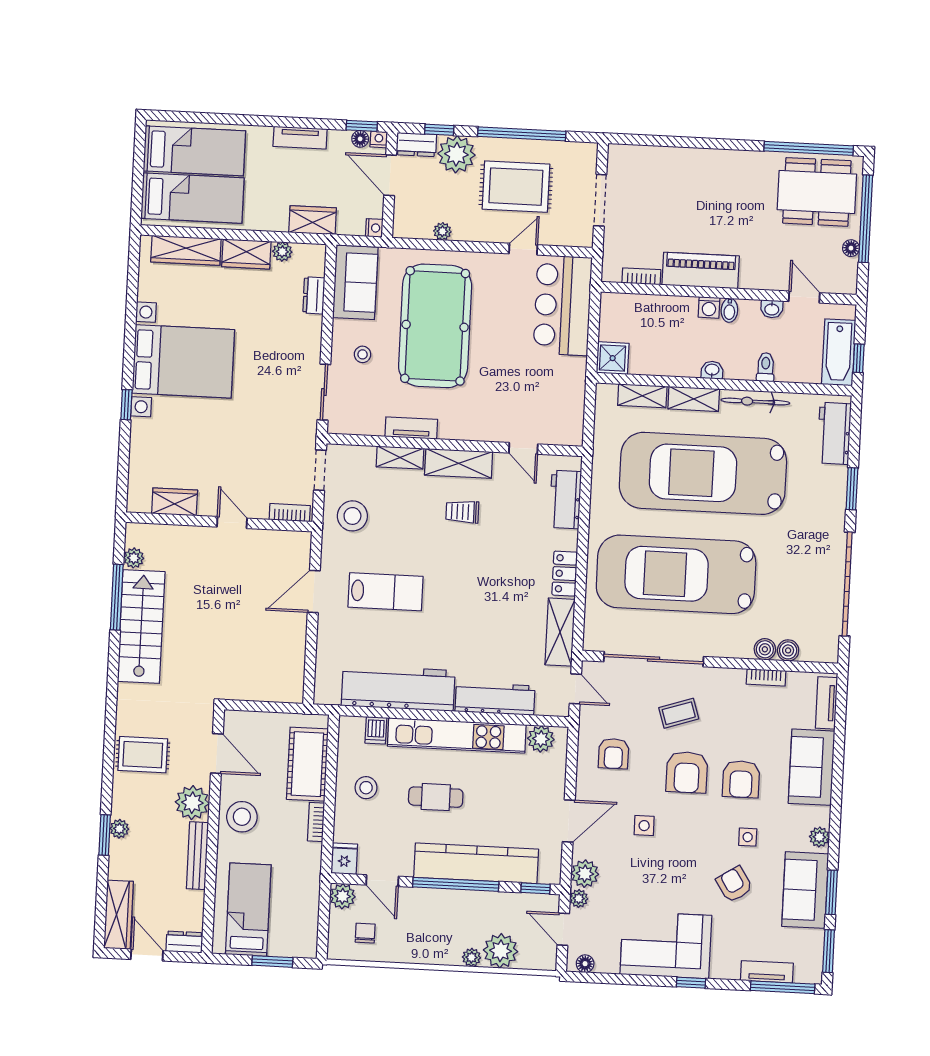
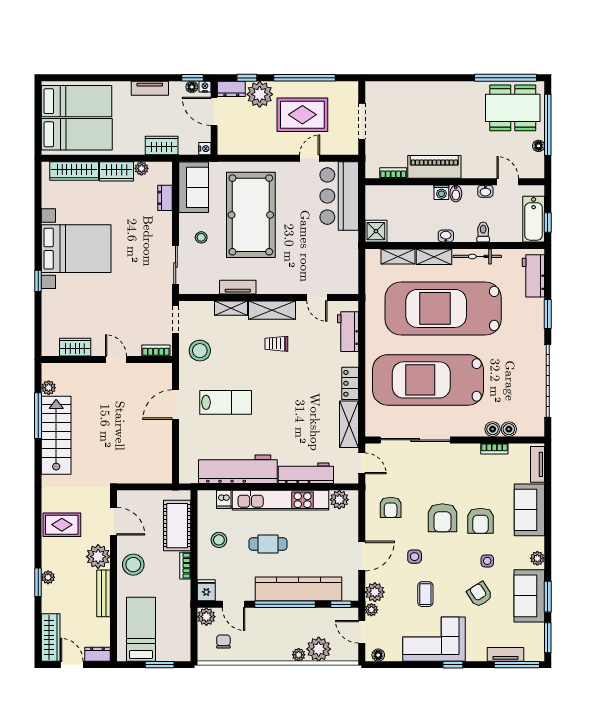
plant: (442, 231) -> (253, 149), removed
coffee table: (679, 713) -> (425, 594), moved, turned -72

